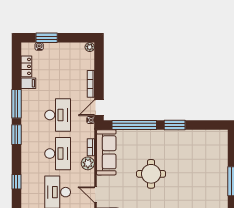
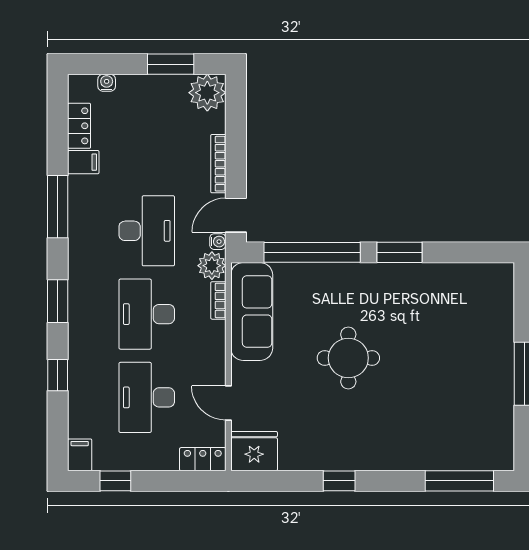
window: (47, 38) -> (171, 64), moved
plant: (90, 47) -> (207, 93), width x1.88, depth x1.88
window: (16, 135) -> (58, 301), moved
desk: (58, 154) -> (147, 314), turned 180
plant: (88, 163) -> (212, 266), moved

